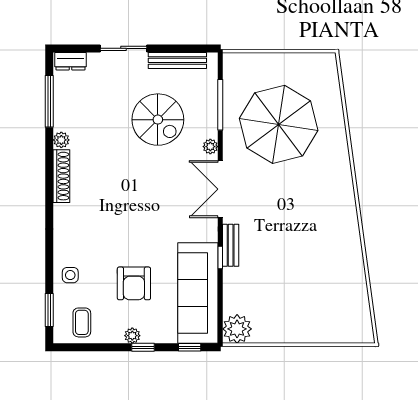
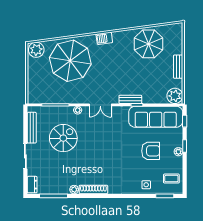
plant: (324, 69) -> (36, 50), added
parasol: (279, 124) -> (70, 61), moved
double door: (220, 189) -> (100, 105), width x0.73
barbecue: (345, 196) -> (104, 38), added
parasol: (335, 279) -> (149, 44), added
bench: (292, 335) -> (178, 67), added

